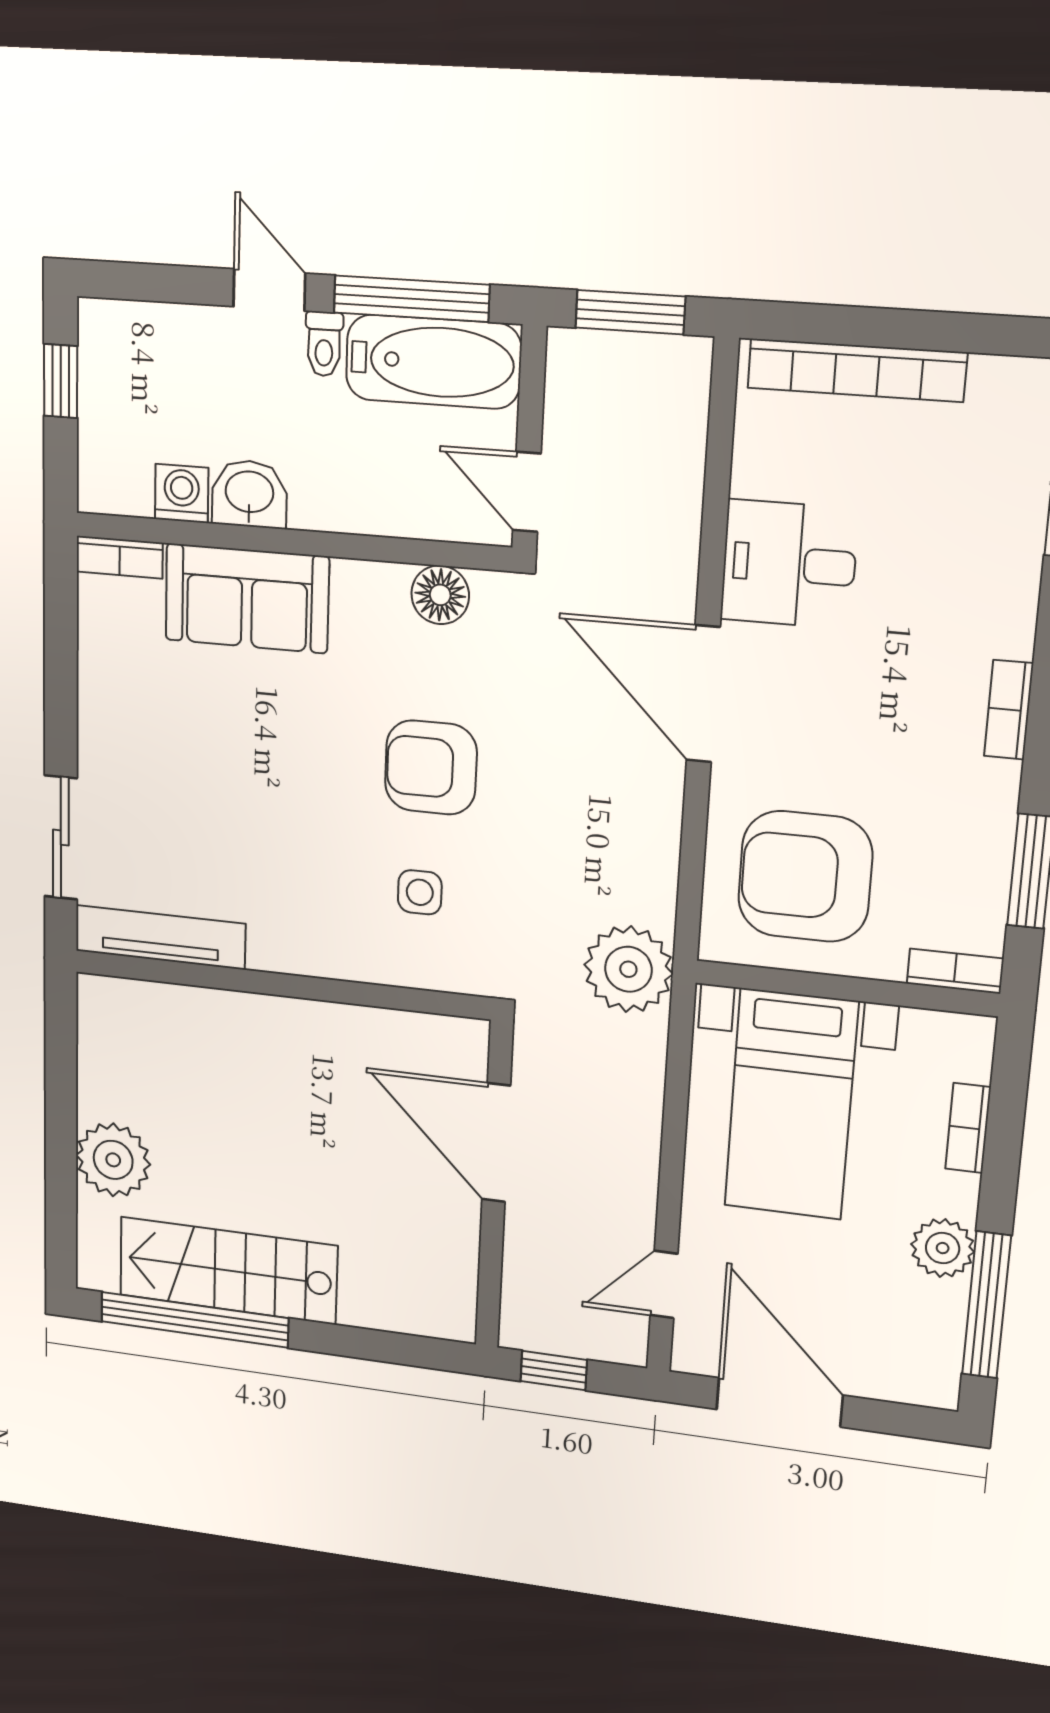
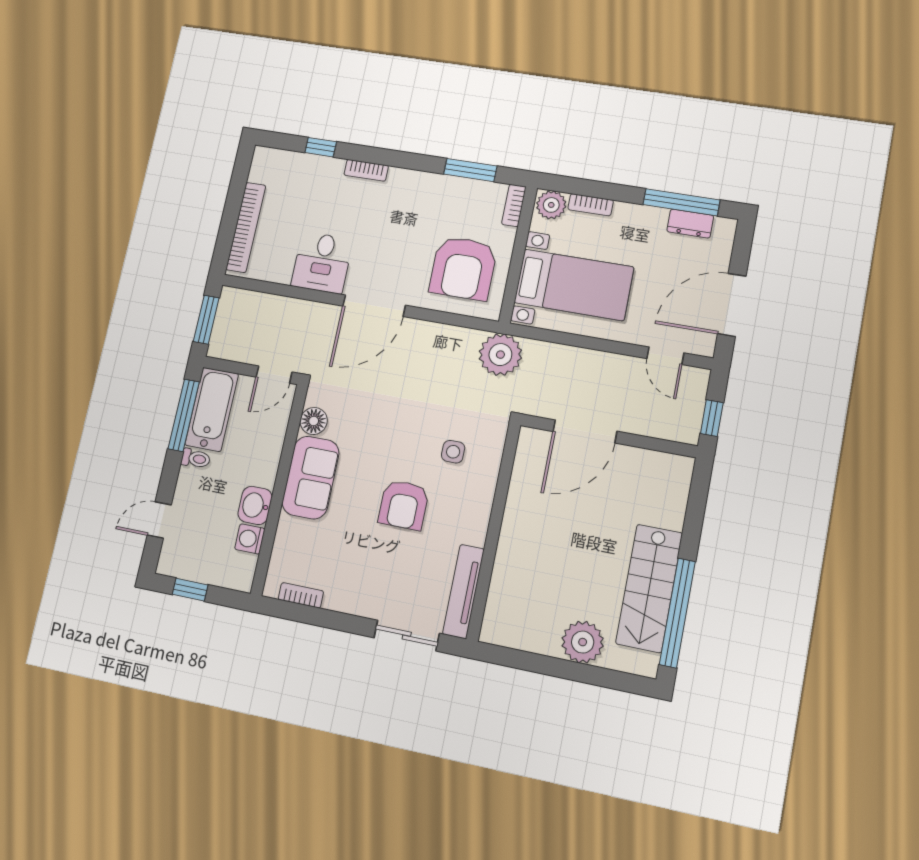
door: (269, 290) -> (159, 520), moved
bookcase: (120, 557) -> (301, 595), moved, turned -90
sofa: (247, 598) -> (311, 478), moved
bookcase: (1009, 710) -> (366, 170), moved
armchair: (431, 767) -> (404, 505), moved
plant: (943, 1248) -> (551, 205), moved
dresser: (942, 1323) -> (690, 224), added

